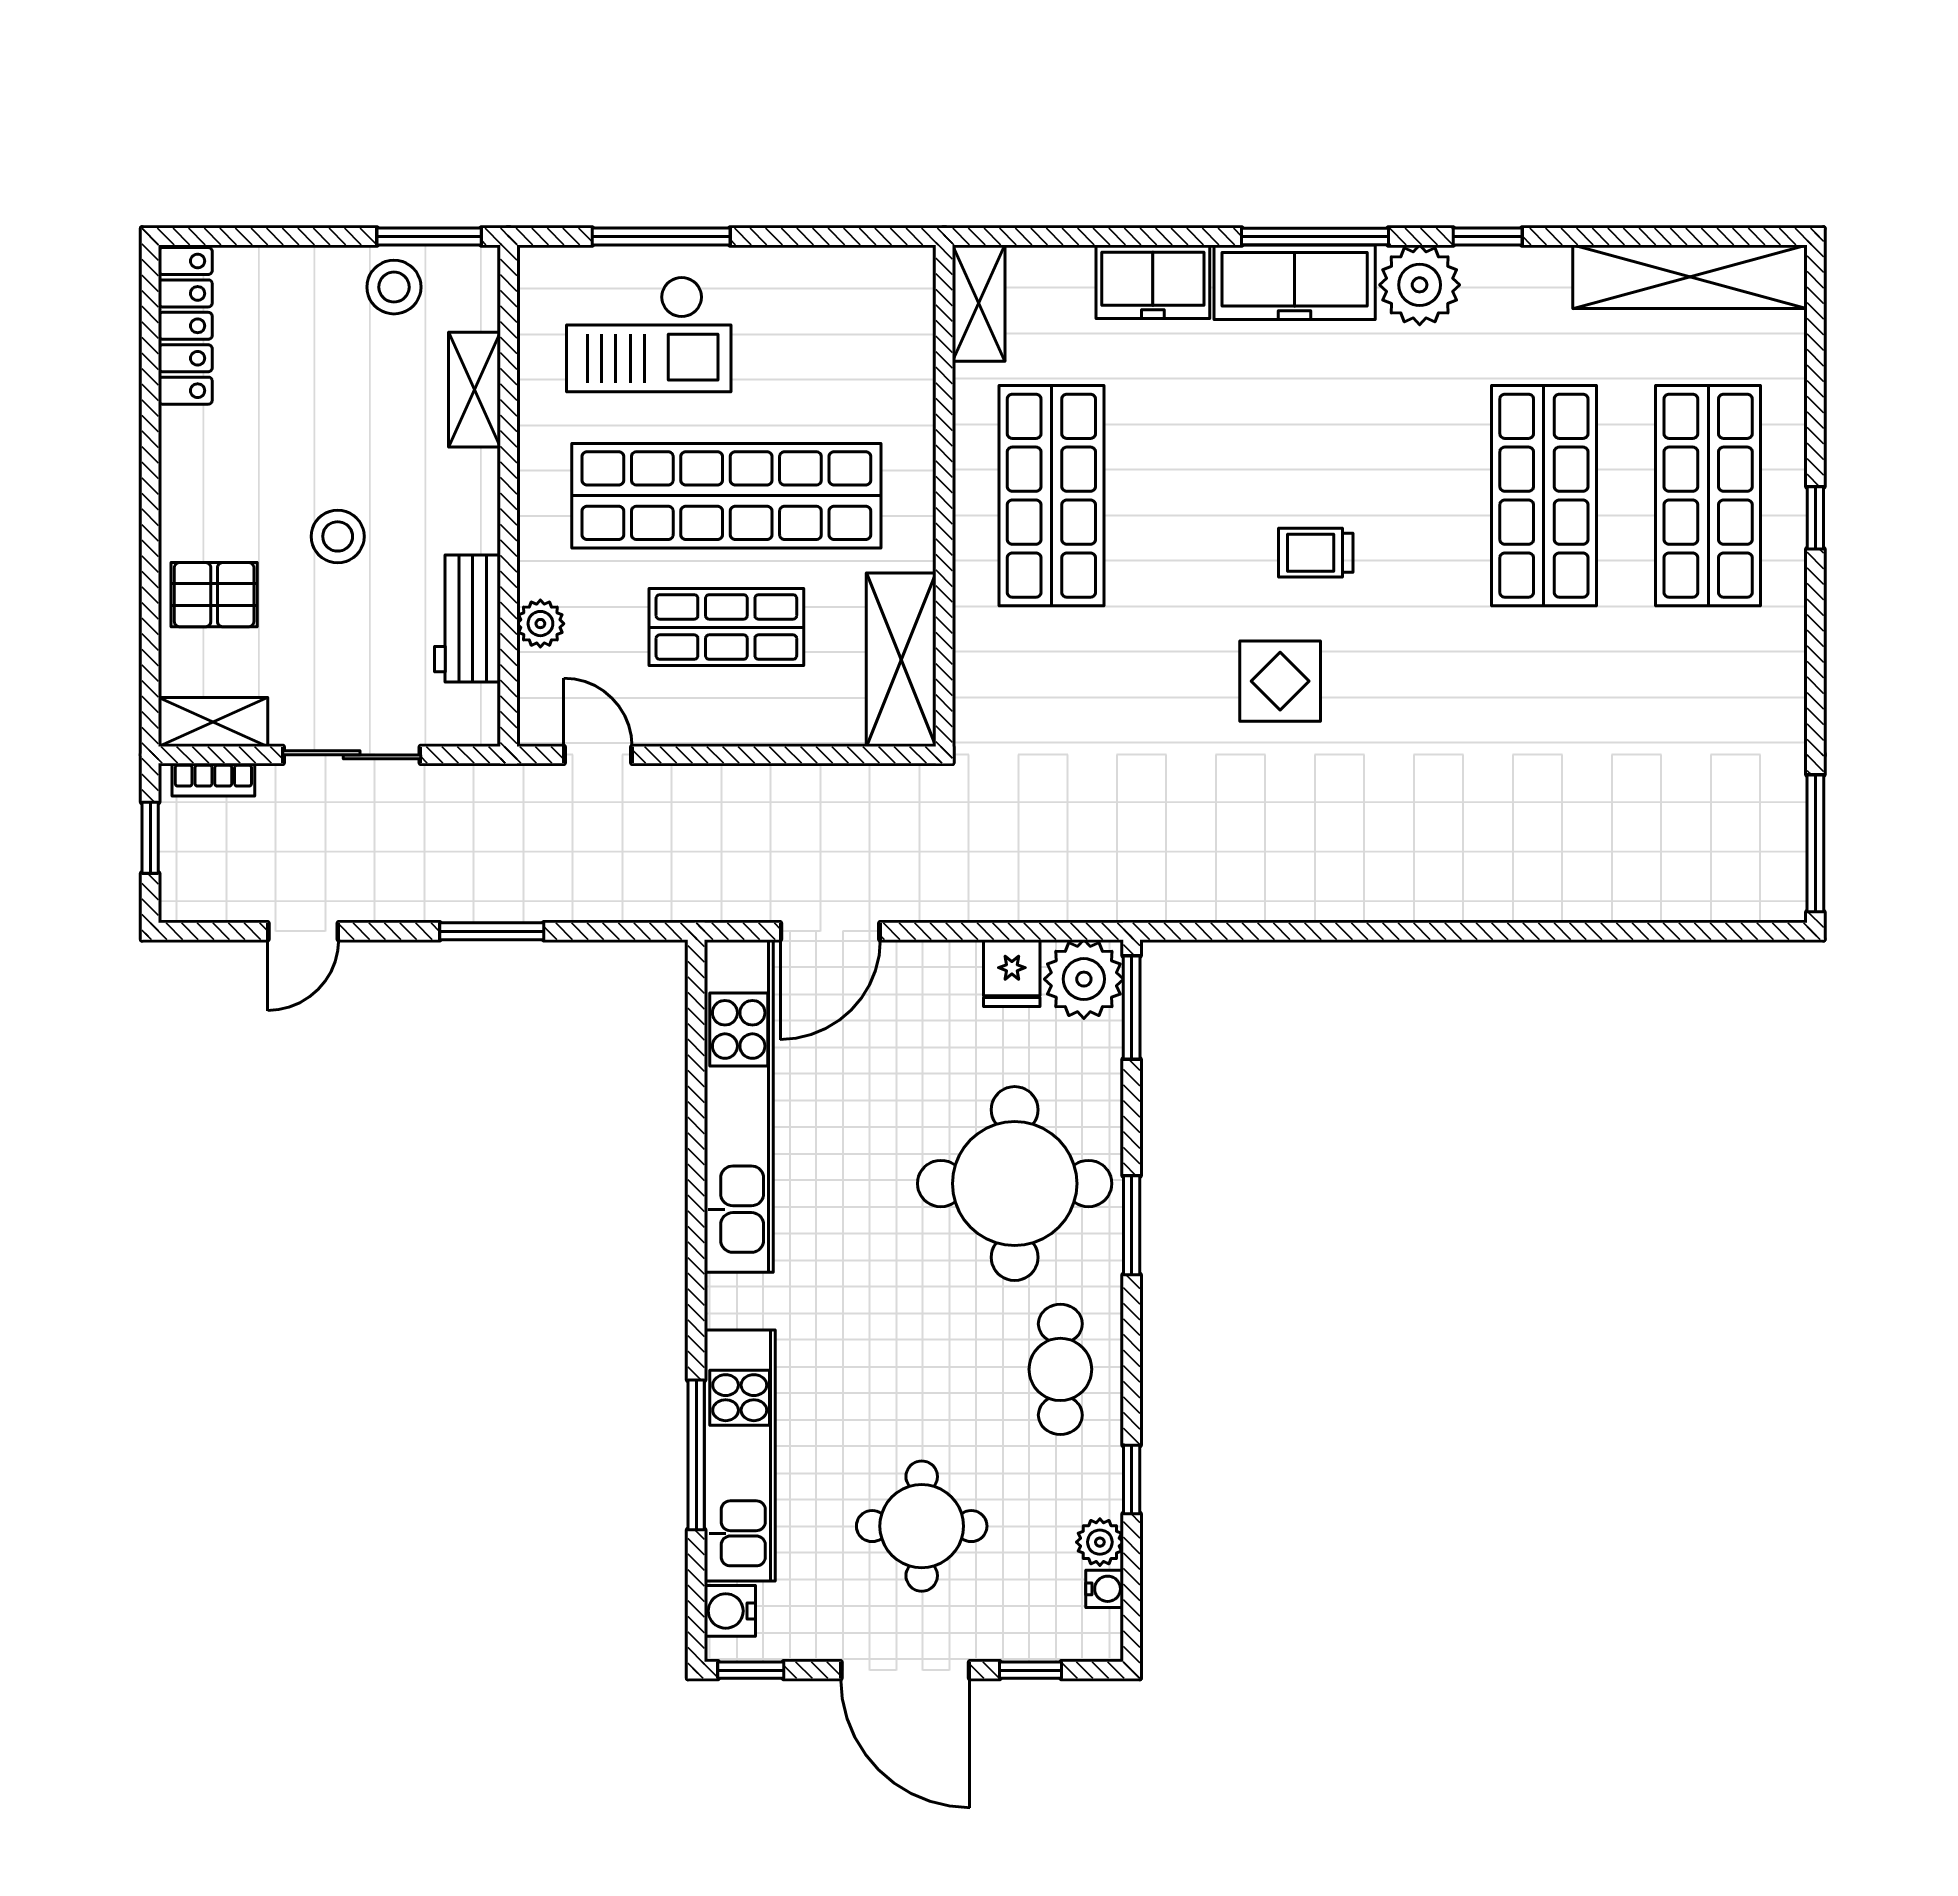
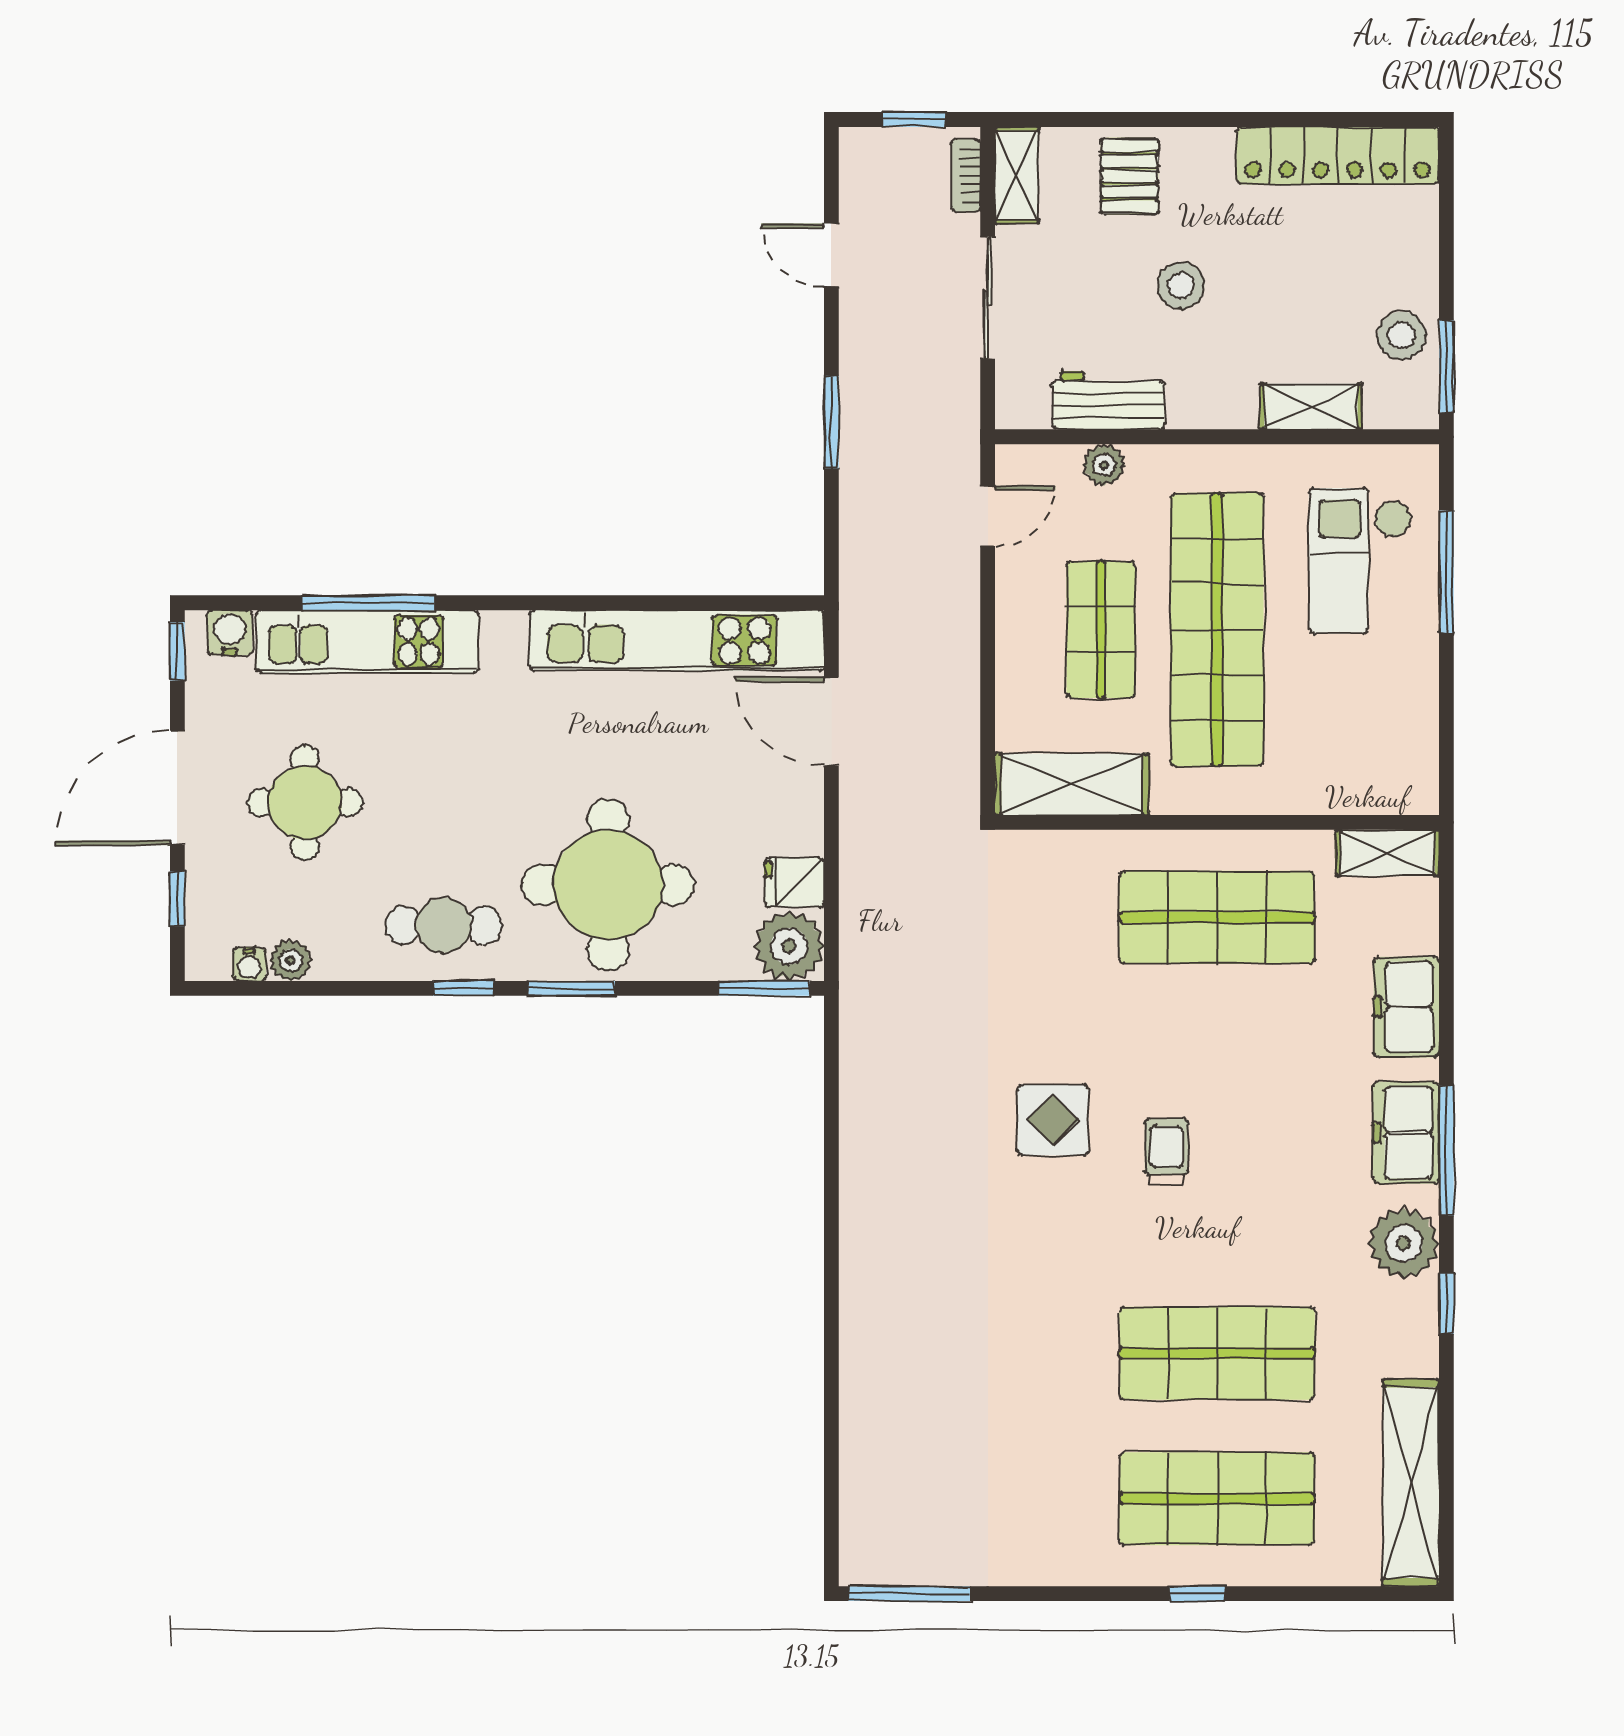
freezer: (1295, 282) -> (1406, 1133), width x0.71
locker: (185, 326) -> (1338, 156), width x1.41, depth x1.21
window: (1132, 1480) -> (463, 988), moved

